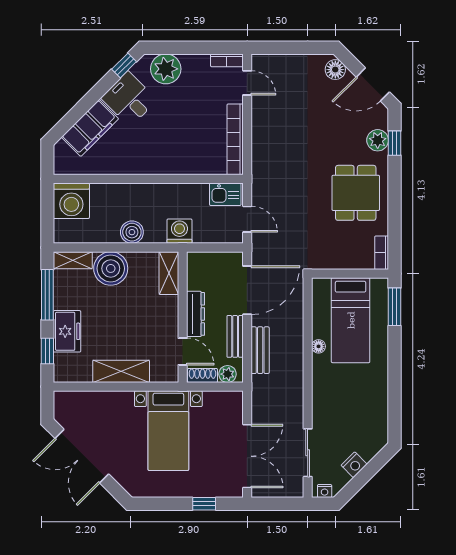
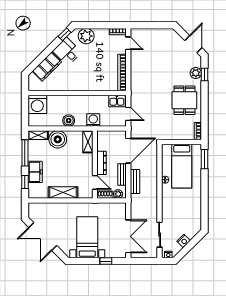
floor lamp: (335, 70) -> (174, 36), removed
door: (373, 84) -> (193, 44), swing flipped
bed with nightstands: (168, 431) -> (87, 237), moved, turned 180

